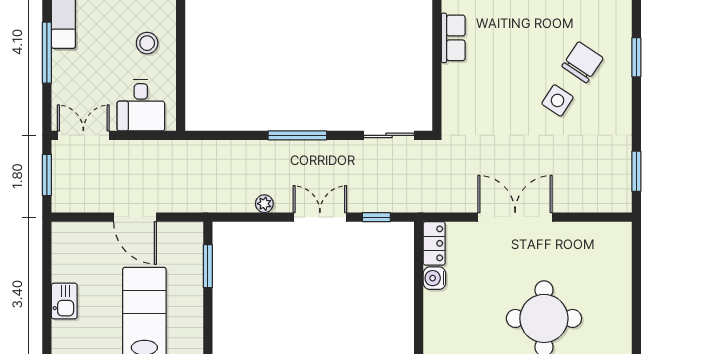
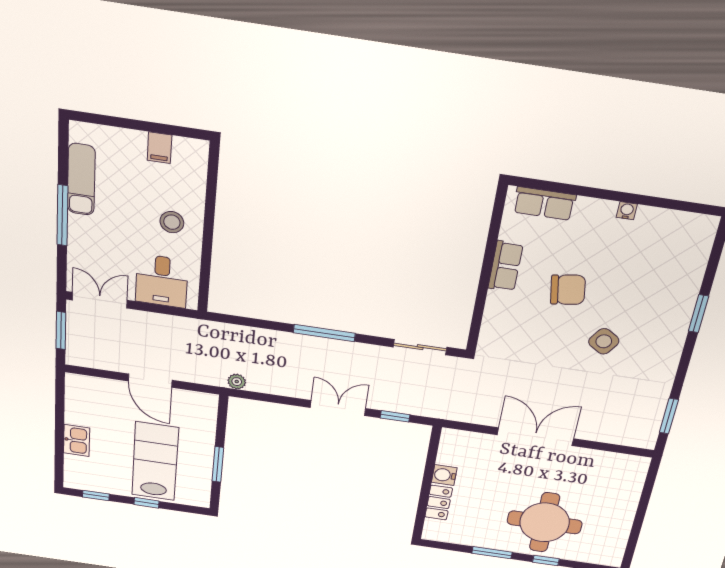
chair: (583, 62) -> (568, 290), moved, turned 47
plant: (264, 204) -> (237, 382), moved
locker: (434, 243) -> (439, 503), moved
window: (208, 266) -> (218, 464), moved

